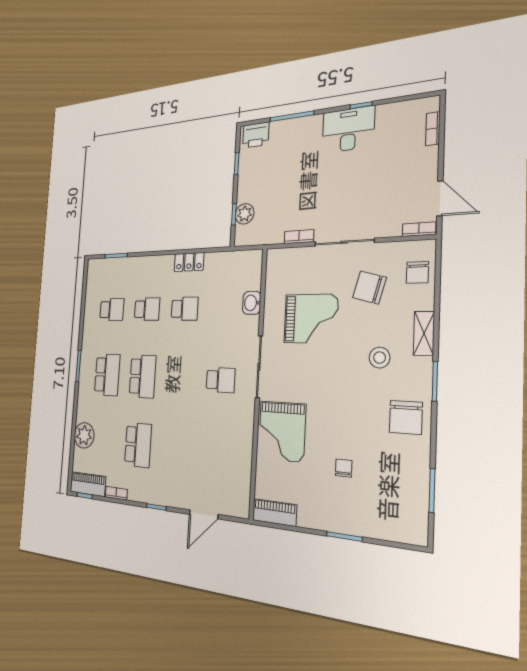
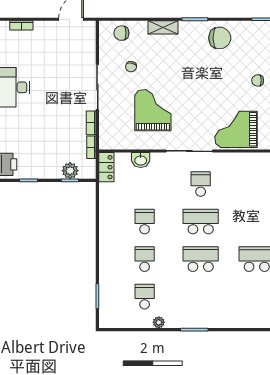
bookcase: (419, 229) -> (91, 147), moved
locker: (189, 262) -> (106, 167), moved
chair: (417, 272) -> (121, 33), turned 180
chair: (369, 287) -> (131, 67), width x0.54, depth x0.54
stool: (380, 358) -> (180, 58), removed
school desk: (107, 375) -> (201, 222), moved
grand piano: (282, 431) -> (236, 129), turned 180
plant: (84, 435) -> (159, 322), moved, width x0.53, depth x0.53

